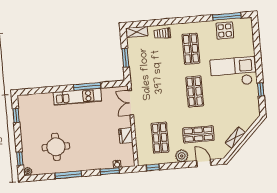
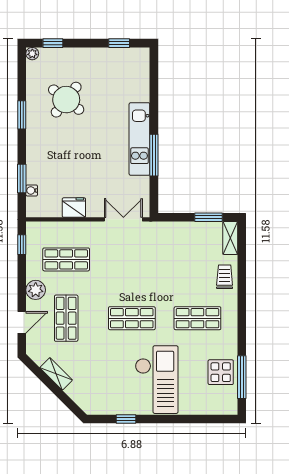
window: (125, 58) -> (209, 217), moved
round table: (56, 147) -> (66, 100), turned 38
window: (68, 175) -> (22, 115), width x0.69

